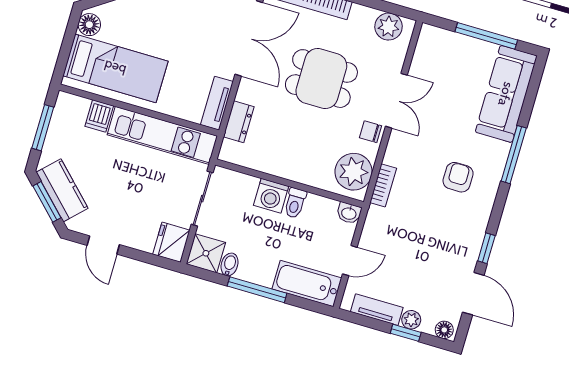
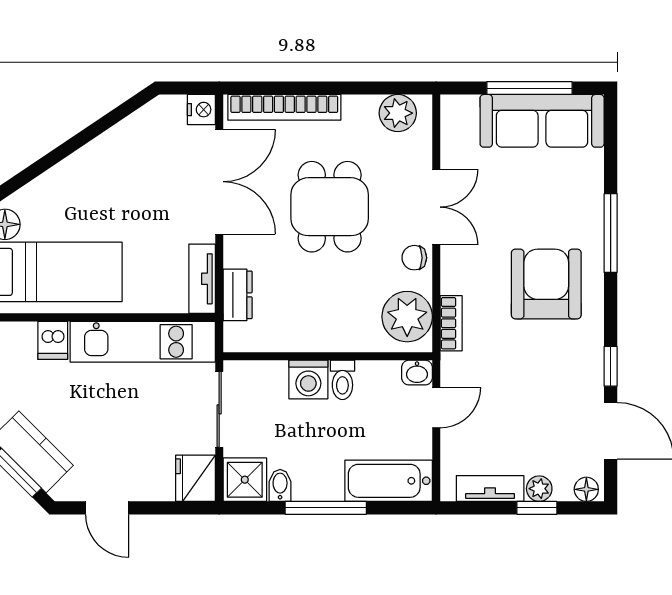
dining table: (321, 79) -> (330, 207), turned 90
sofa: (506, 94) -> (542, 121), moved, turned -90
armchair: (458, 177) -> (546, 284), width x1.88, depth x1.88
door: (350, 261) -> (436, 408), moved

